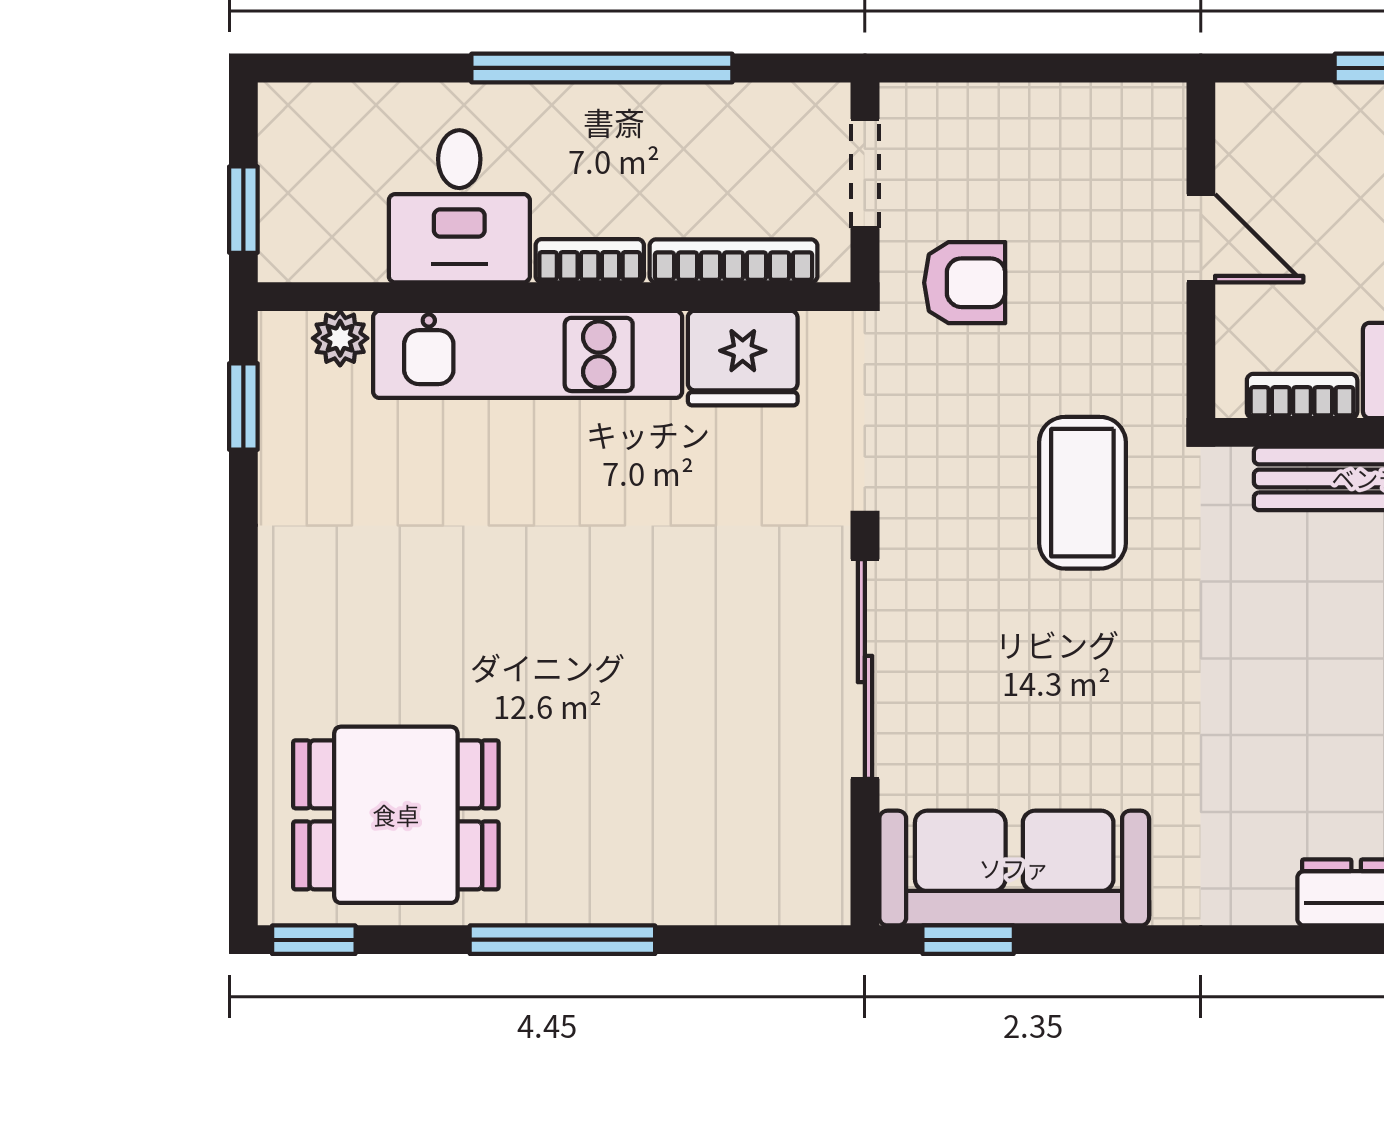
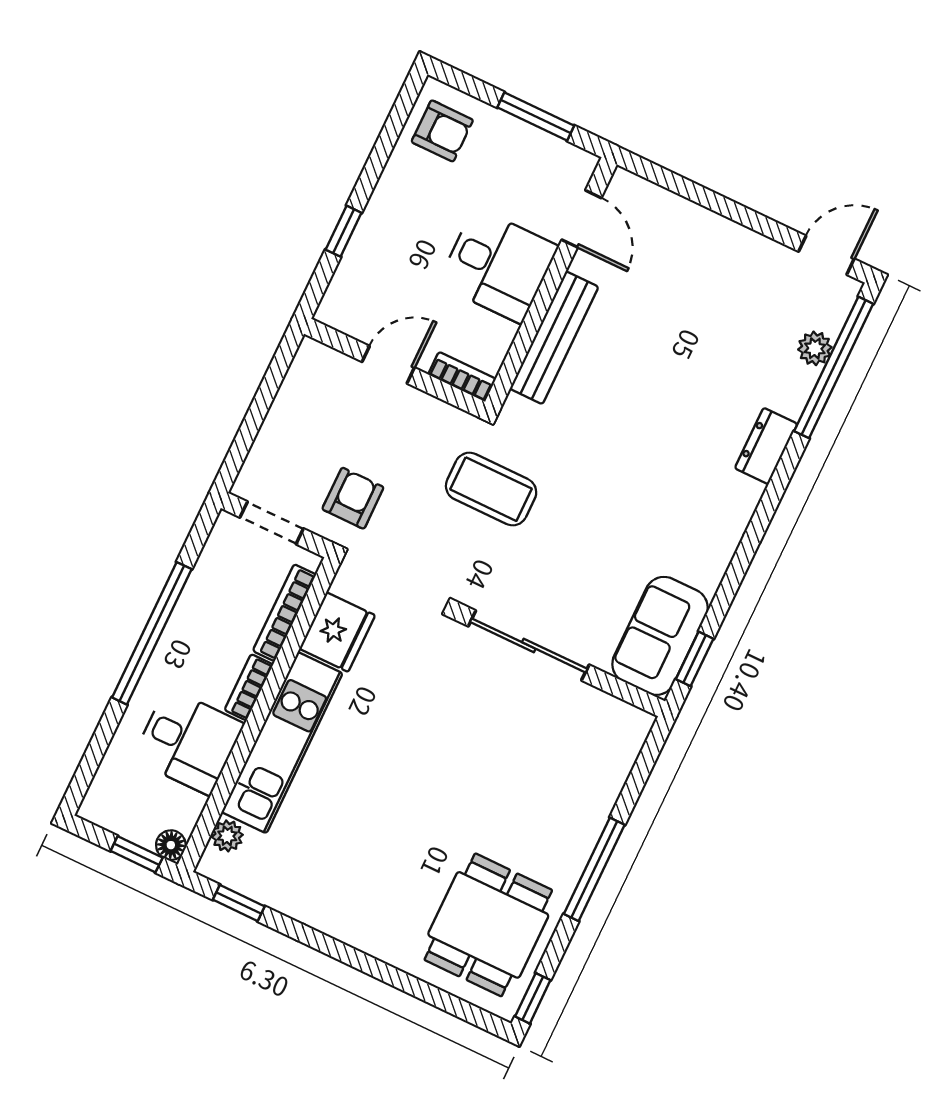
floor lamp: (283, 257) -> (171, 845), added
bookcase: (1302, 396) -> (462, 377), moved, turned 90
sofa: (1014, 868) -> (660, 636), width x0.73

